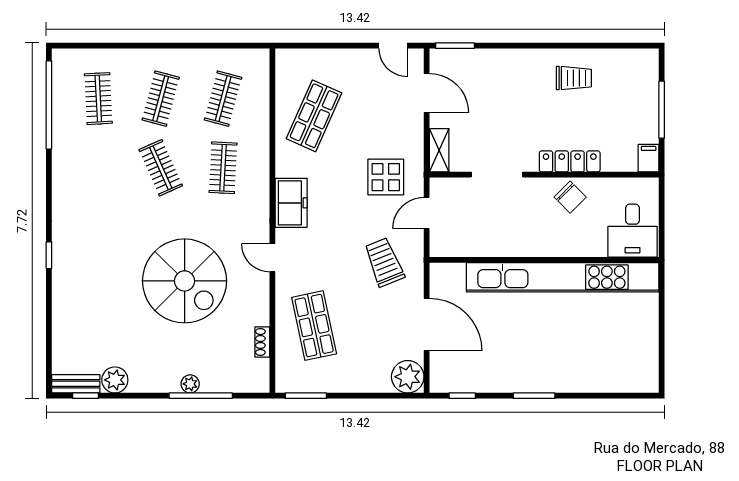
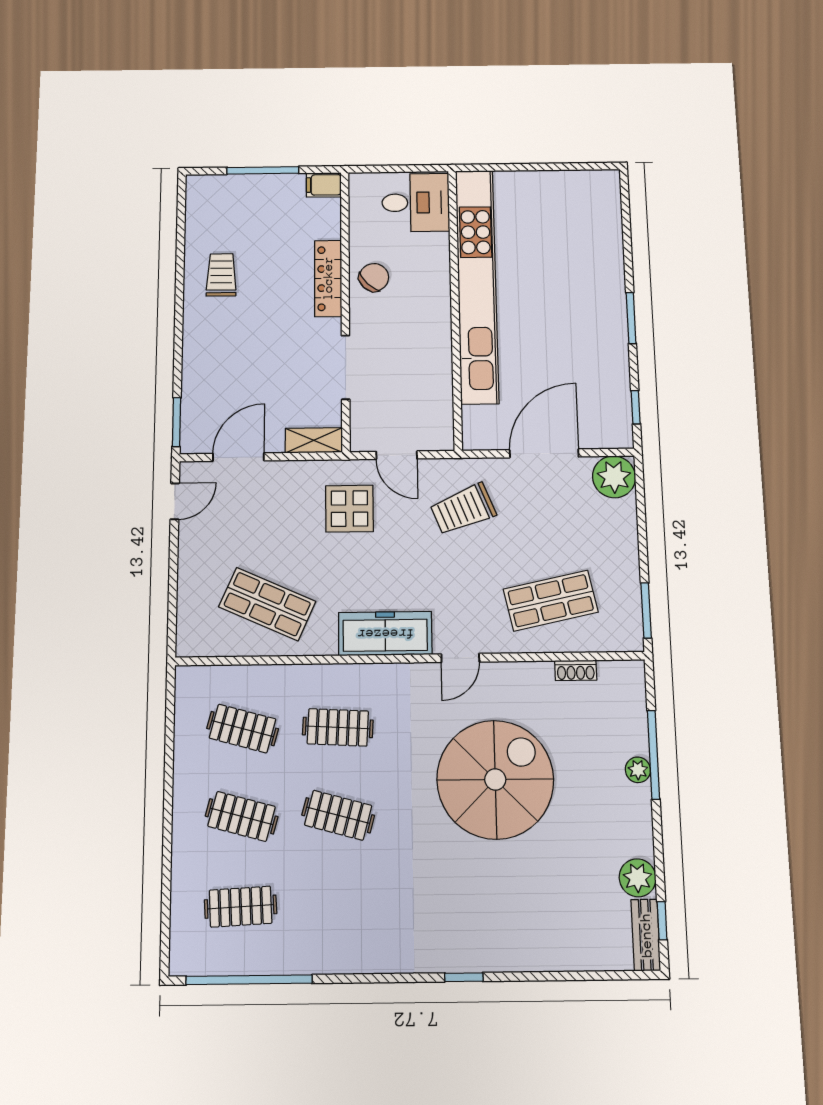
clothes rail: (161, 168) -> (338, 815), turned 39
freezer: (291, 203) -> (385, 634), width x1.40

